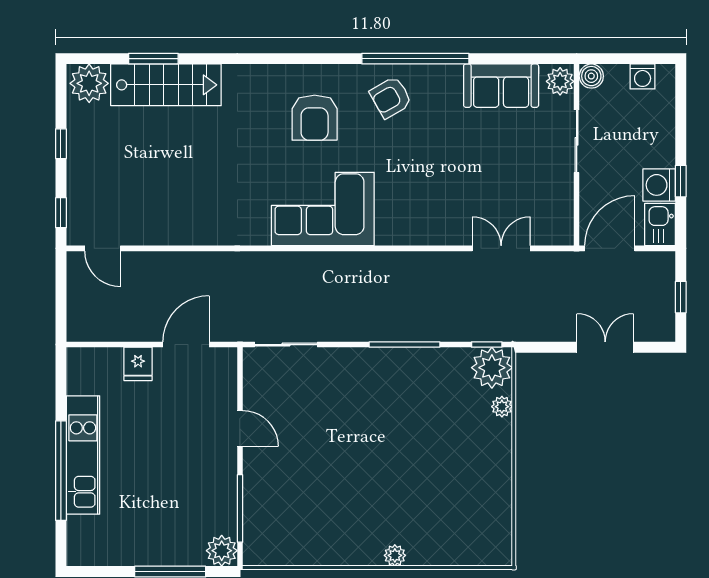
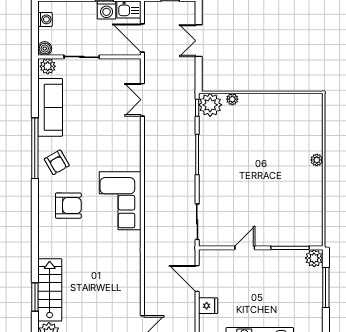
sofa: (501, 86) -> (50, 107), width x1.36

